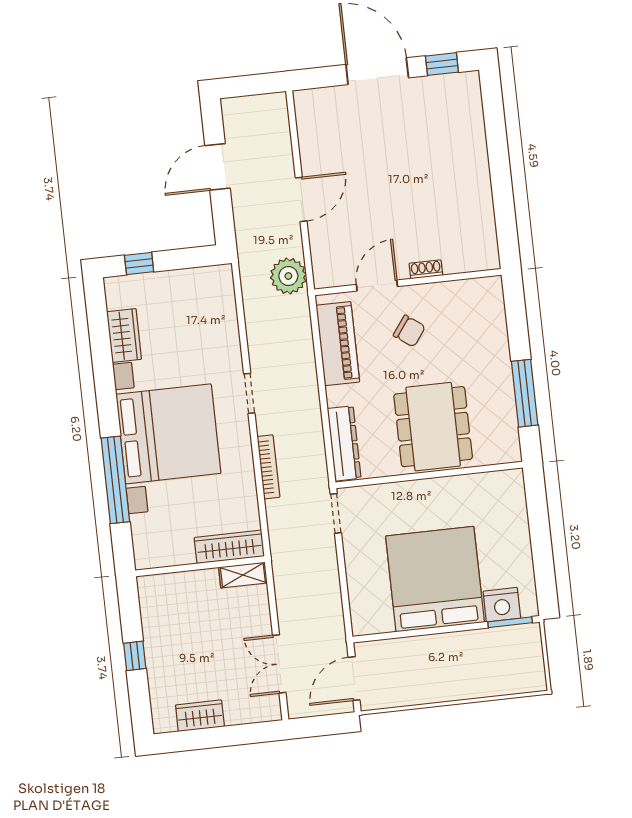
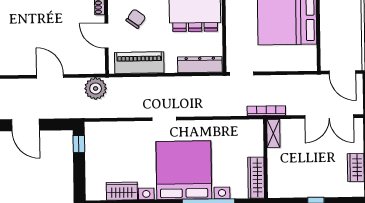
window: (139, 263) -> (79, 144), moved
bookcase: (268, 467) -> (266, 111), moved
wardrobe: (229, 547) -> (256, 178), moved
double door: (279, 664) -> (329, 117), width x1.37

